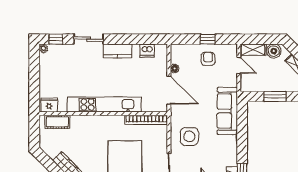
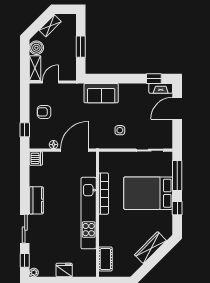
window: (208, 39) -> (25, 130), moved
dishwasher: (147, 51) -> (36, 158), moved
fridge: (49, 105) -> (64, 270), moved, turned 90
sofa: (227, 111) -> (101, 93), width x0.73
bookcase: (146, 120) -> (104, 194), moved
side table: (189, 137) -> (120, 130), width x0.54, depth x0.54

